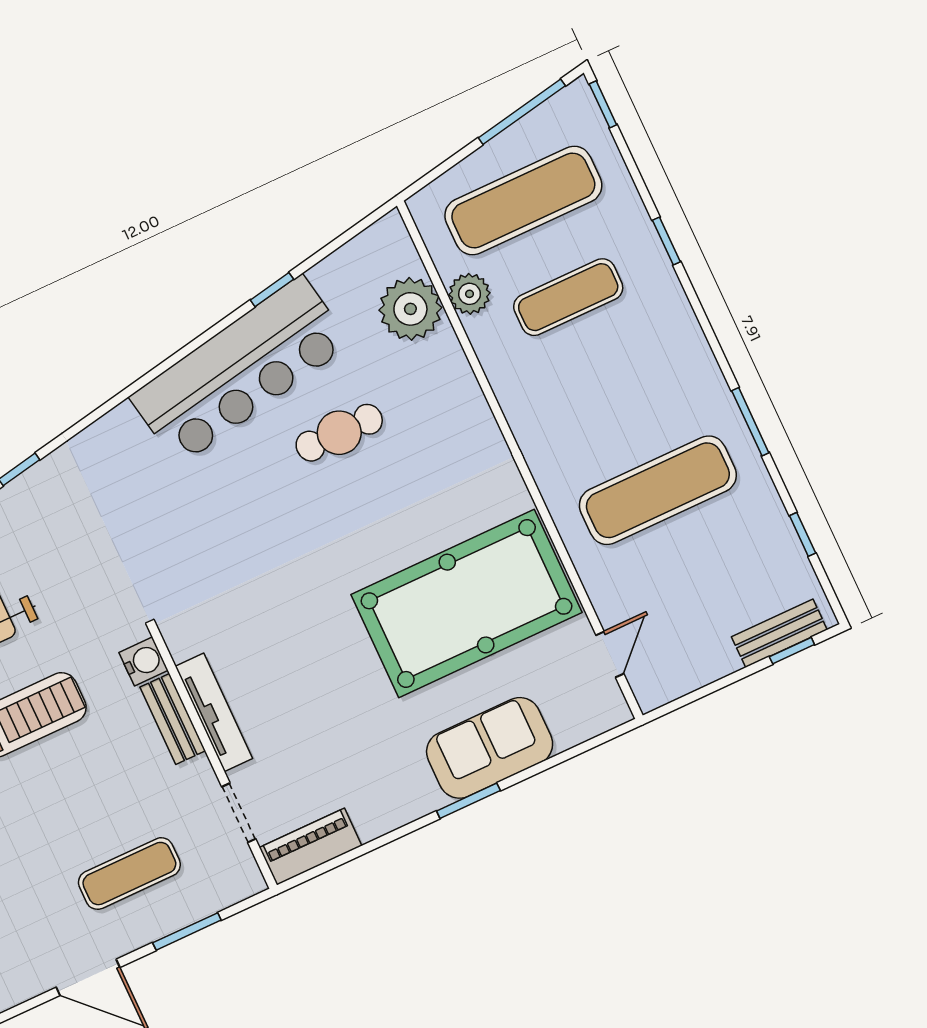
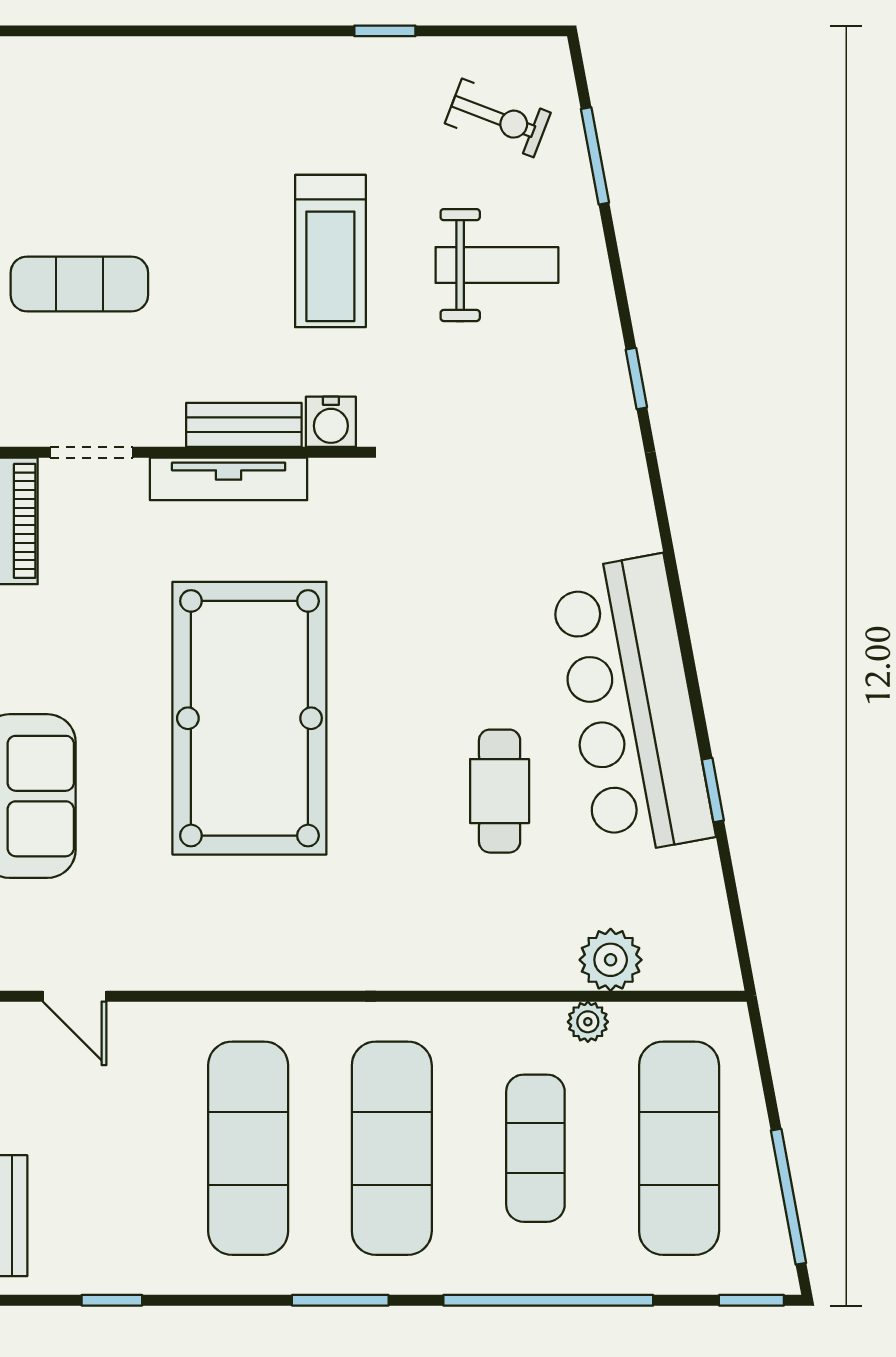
window: (666, 241) -> (548, 1300), width x3.17
plant: (470, 294) -> (588, 1022), width x0.73, depth x0.73
plant: (410, 309) -> (611, 960), width x0.73, depth x0.73
exercise mat: (613, 394) -> (392, 1148), added
window: (750, 422) -> (340, 1300), moved
pool table: (466, 604) -> (249, 718), moved
exercise mat: (129, 874) -> (79, 284), turned 90

